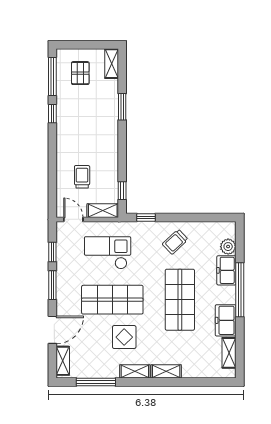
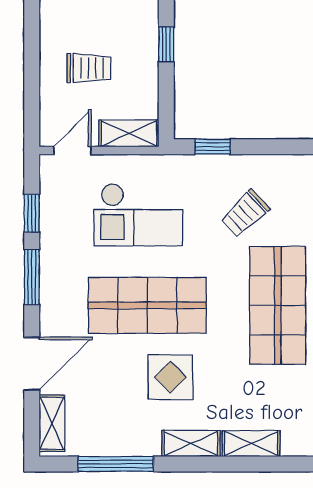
trolley: (82, 177) -> (89, 68), turned 90
window: (122, 191) -> (166, 44), moved
door: (73, 219) -> (72, 150), hinge flipped
trolley: (175, 242) -> (245, 214), moved
checkout: (108, 253) -> (138, 215), turned 180

